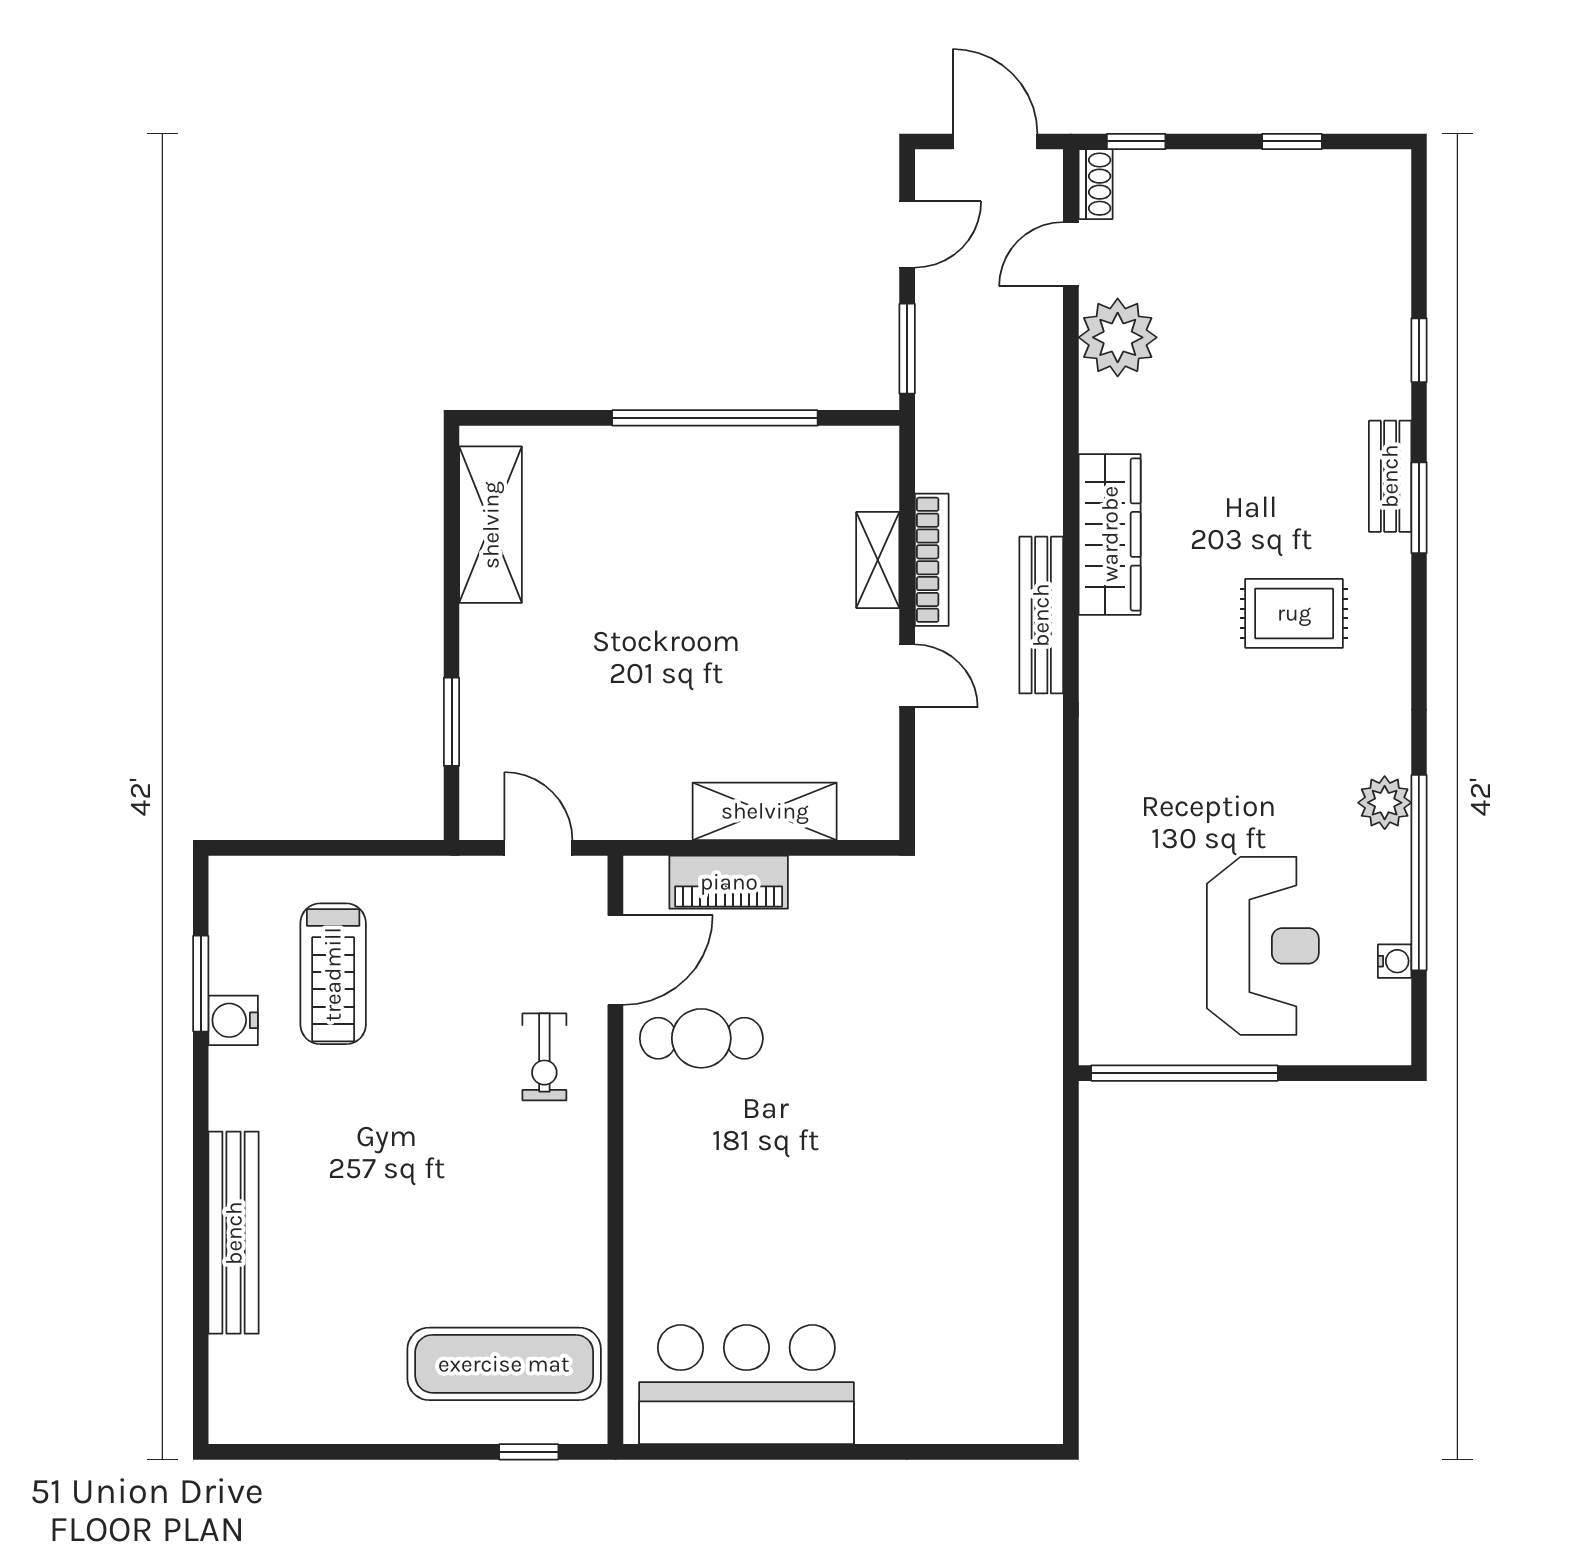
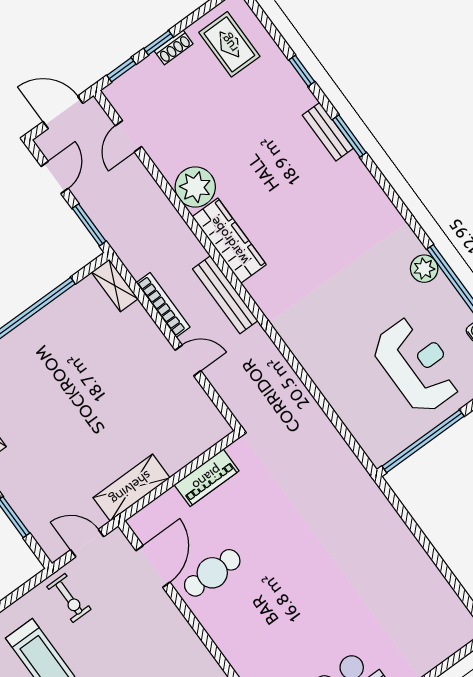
window: (1292, 141) -> (158, 43), moved
shoe rack: (1096, 184) -> (174, 47), moved, turned 90
plant: (1118, 337) -> (195, 187), moved
shelving: (878, 560) -> (115, 285), moved
rug: (1294, 613) -> (229, 44), moved, turned 90
shelving: (765, 811) -> (131, 488), moved
piano: (729, 882) -> (207, 478), moved
exercise bike: (544, 1057) -> (69, 598), moved

